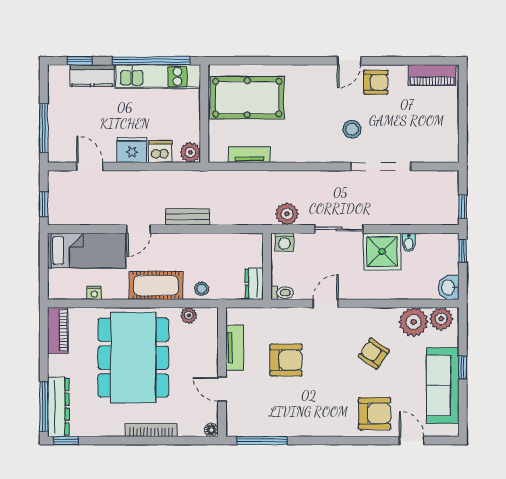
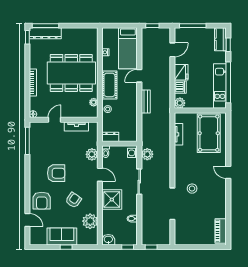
door: (349, 61) -> (228, 172), moved
kitchen counter: (92, 76) -> (220, 39), moved
armchair: (376, 82) -> (217, 201), removed
door: (139, 229) -> (139, 76), hinge flipped
shower: (382, 252) -> (112, 200), moved
plant: (441, 319) -> (92, 154), moved
piano: (58, 330) -> (86, 33), removed
armchair: (286, 360) -> (56, 173), moved, turned -90
sofa: (443, 386) -> (62, 237), width x0.73
door: (412, 441) -> (27, 220), hinge flipped

